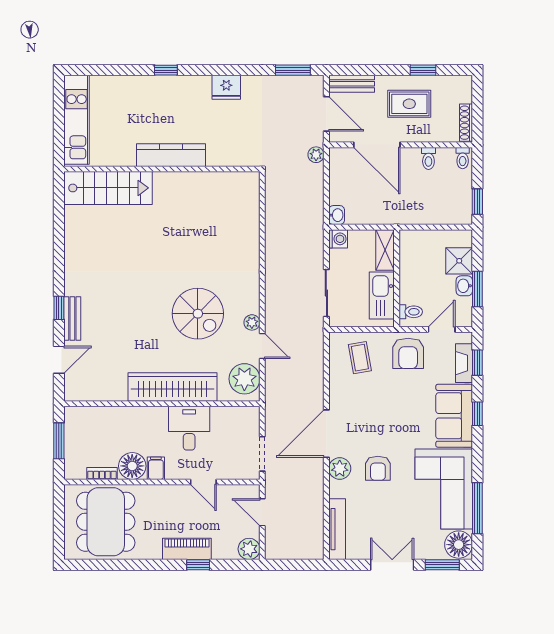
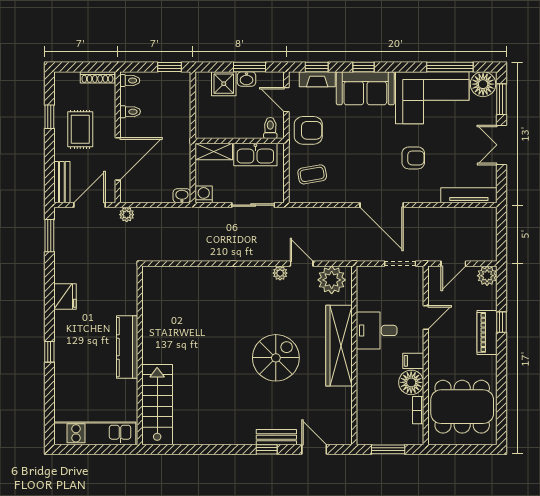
spiral stairs: (198, 314) -> (276, 358), moved
door: (262, 346) -> (302, 264), hinge flipped
plant: (340, 469) -> (413, 193), removed

